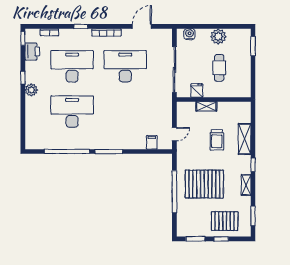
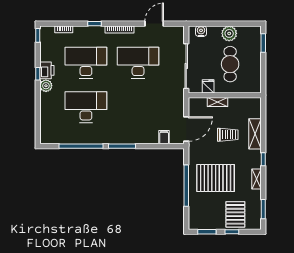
printer: (32, 51) -> (47, 70), moved
cafe table: (219, 68) -> (230, 64), width x1.37, depth x1.35
door: (174, 134) -> (186, 129), width x1.88
trolley: (217, 140) -> (228, 135), turned -90
pallet: (225, 221) -> (235, 214), turned 90

